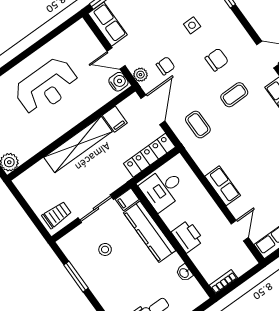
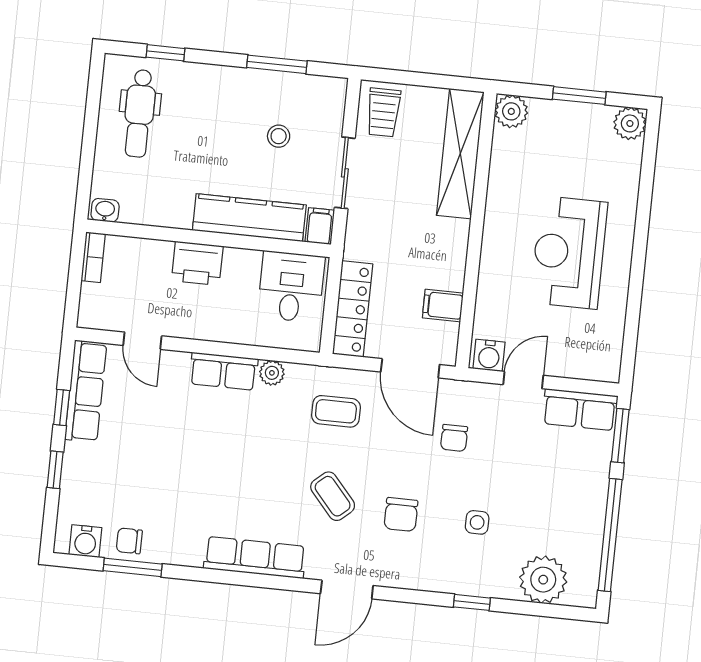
plant: (140, 75) -> (272, 373), moved
coffee table: (234, 95) -> (333, 496), turned -41
shelving: (78, 144) -> (460, 154), moved
washbasin: (184, 273) -> (105, 210), moved

